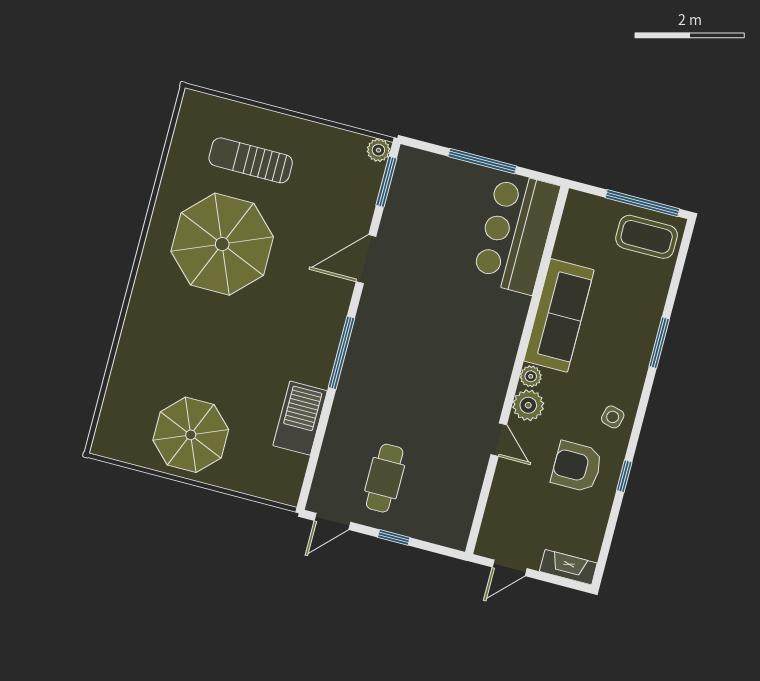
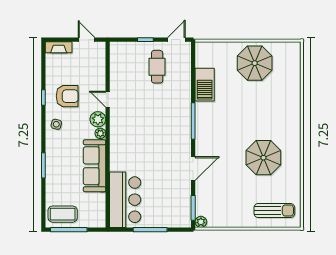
sun lounger: (251, 160) -> (274, 210), moved
parasol: (222, 244) -> (263, 158), width x0.73, depth x0.73
door: (510, 568) -> (86, 40), hinge flipped

